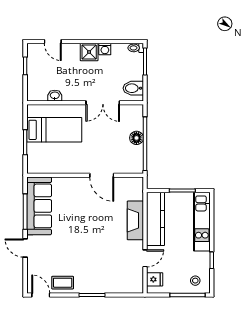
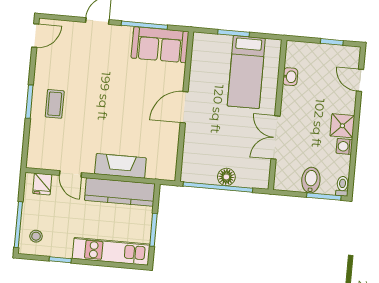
door: (53, 42) -> (360, 80), hinge flipped
bidet: (133, 88) -> (311, 180), moved
door: (102, 175) -> (184, 107), moved
sofa: (39, 206) -> (160, 45), width x0.73
coffee table: (63, 283) -> (55, 104), moved

